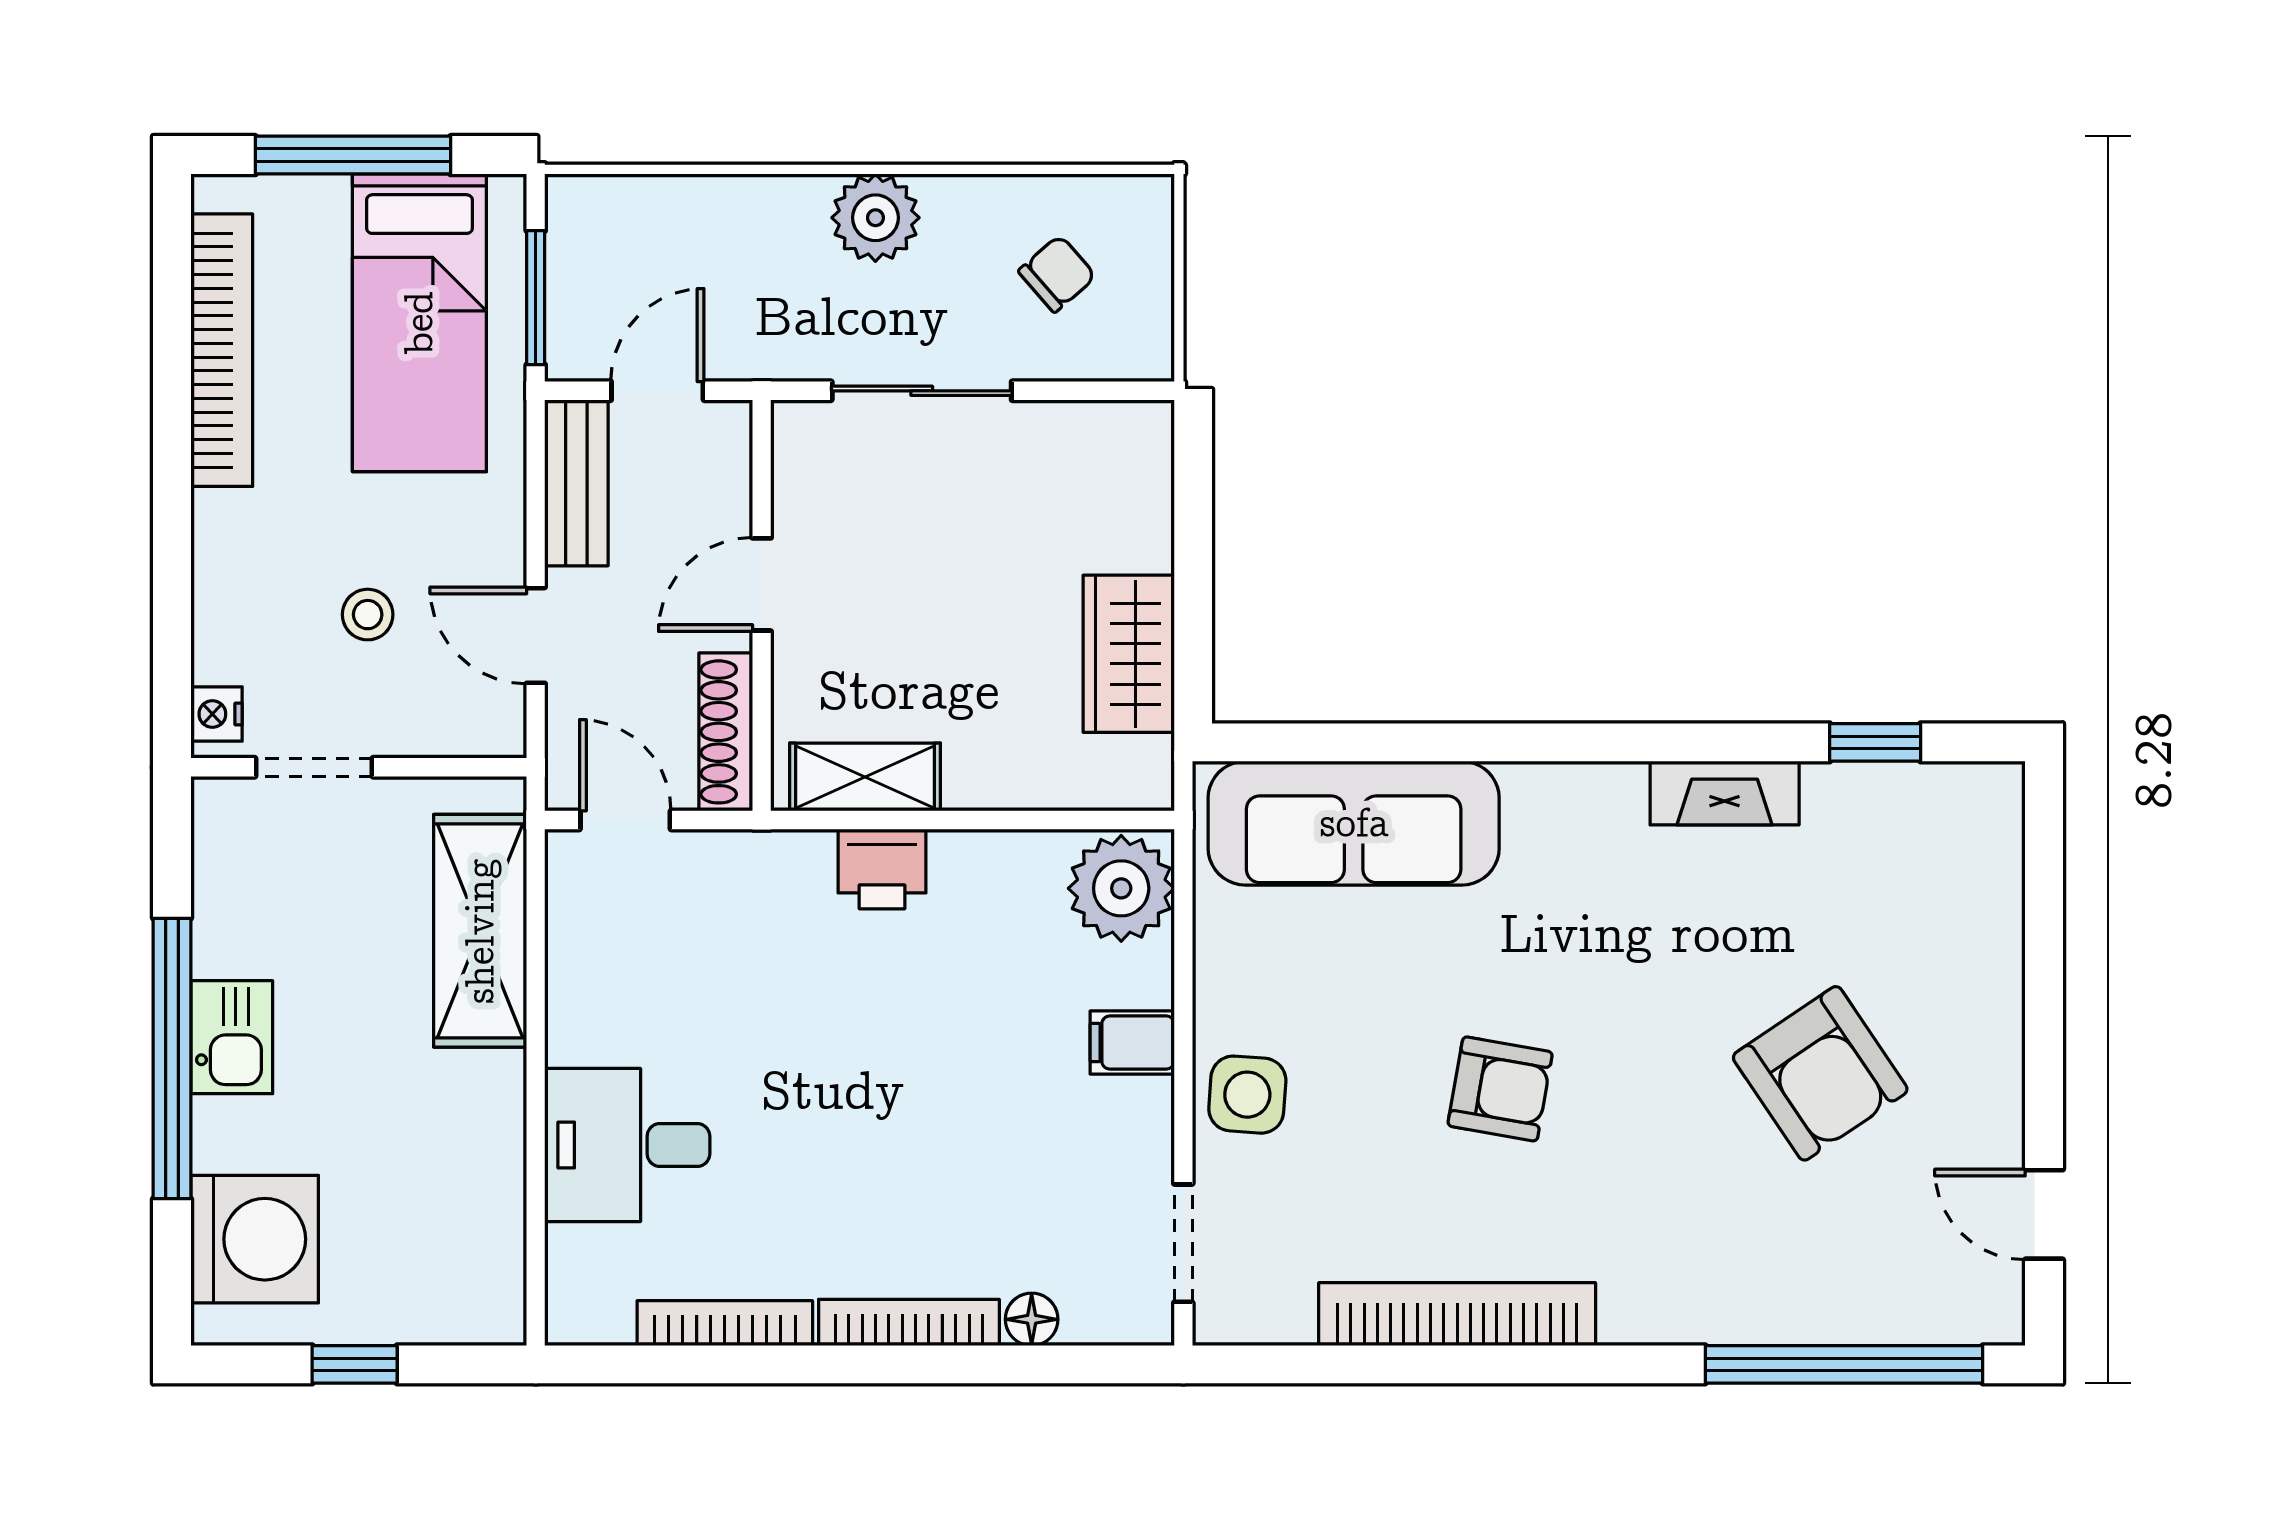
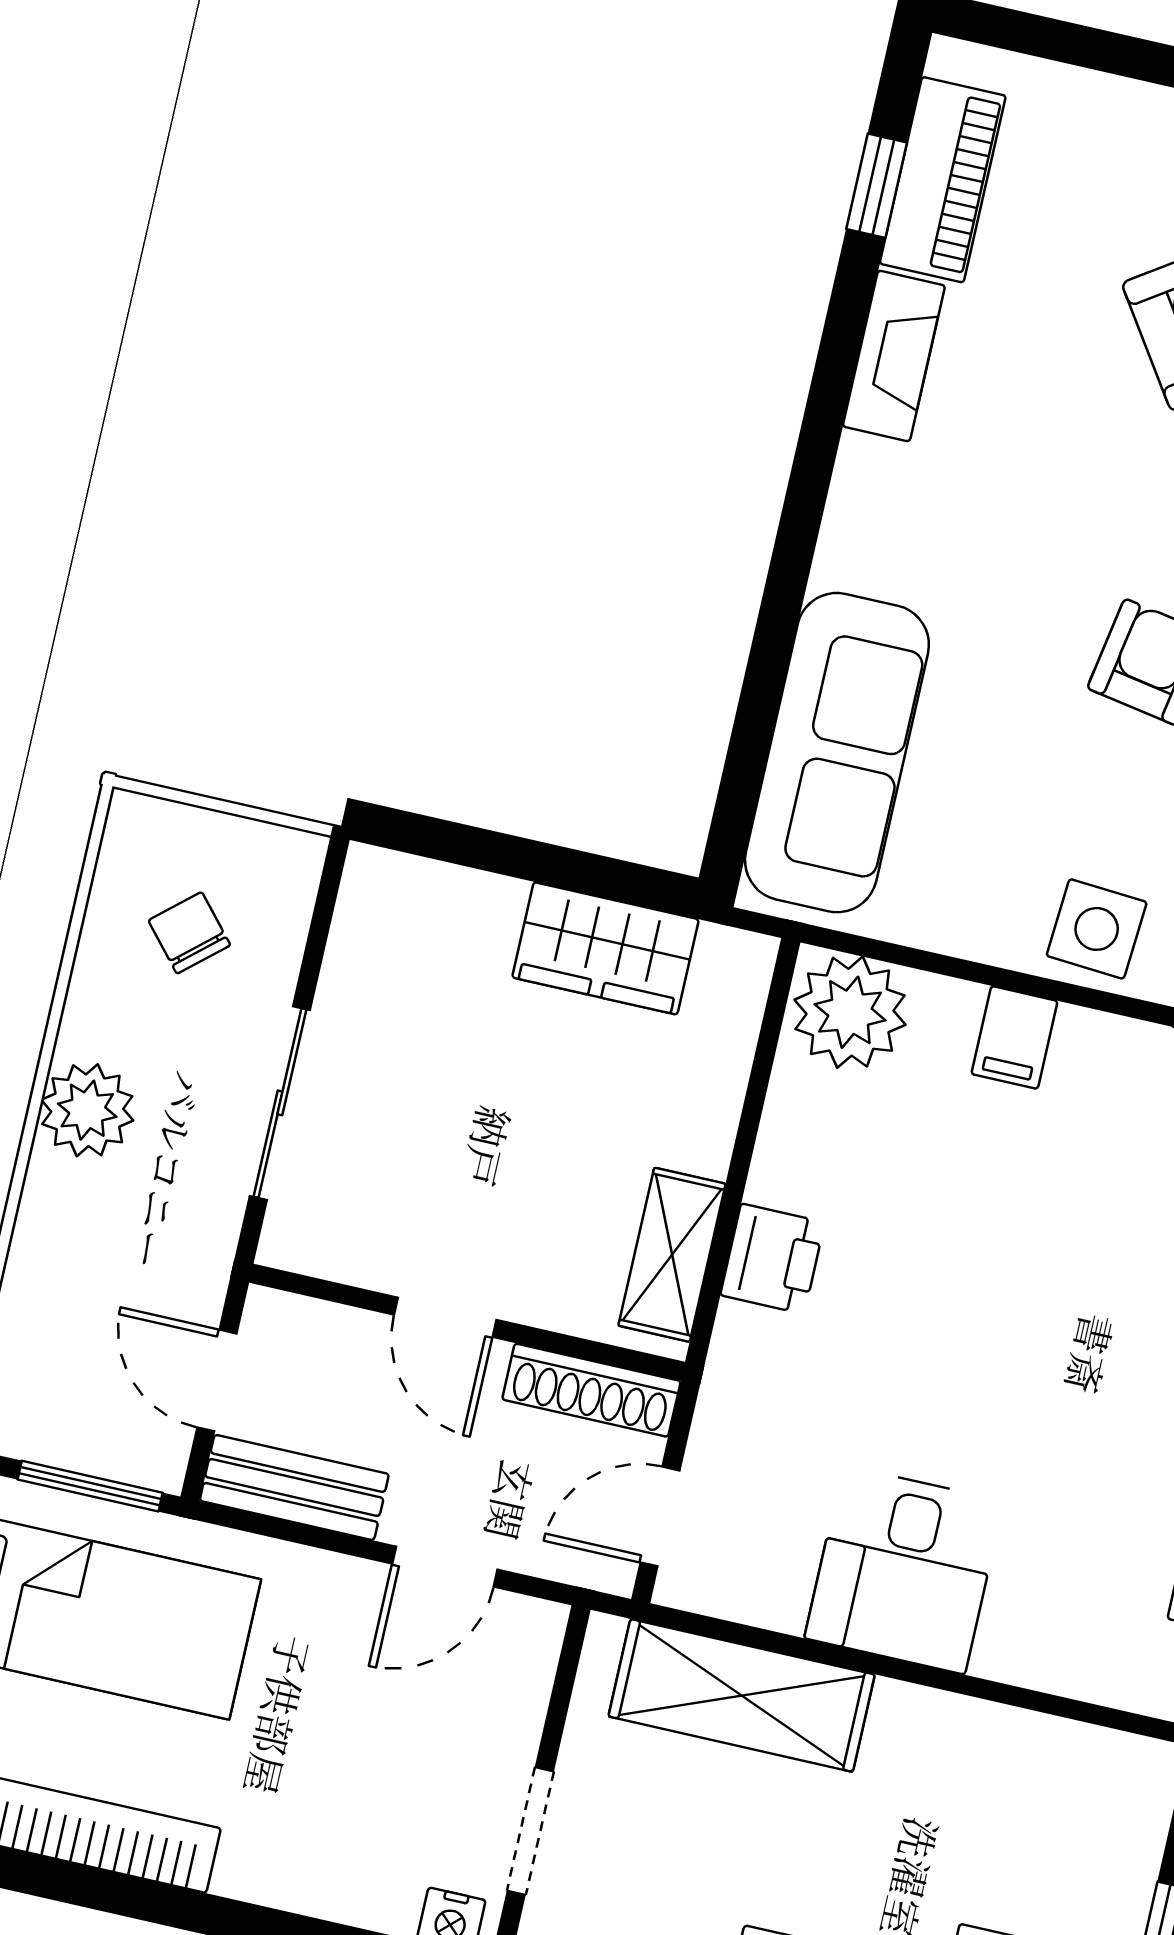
stool: (368, 615) -> (383, 1738), removed
piano: (1894, 801) -> (943, 180), added
desk: (627, 1145) -> (904, 1570), moved

